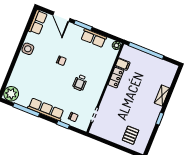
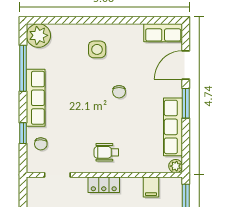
row of seats: (94, 38) -> (173, 127), width x1.48
side table: (28, 49) -> (97, 49), moved
locker: (116, 78) -> (104, 185), moved
wheelchair: (80, 83) -> (106, 152), moved

